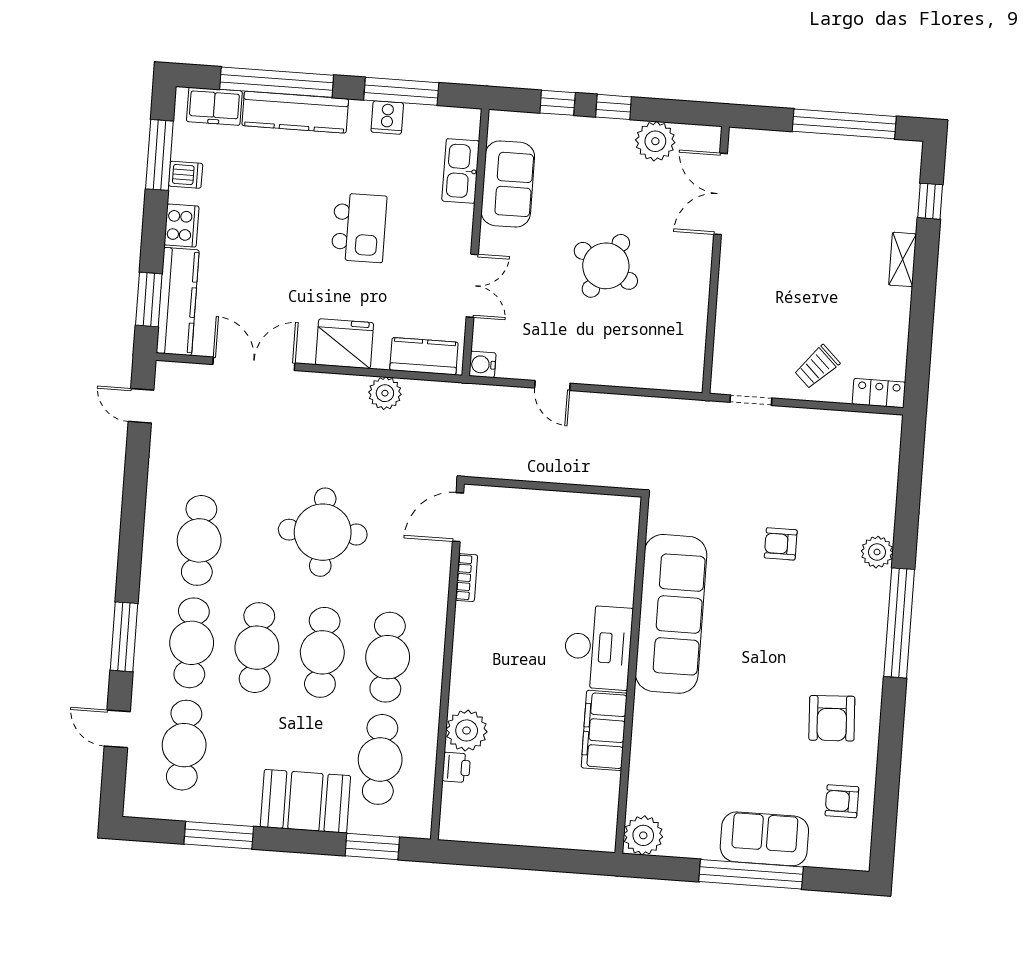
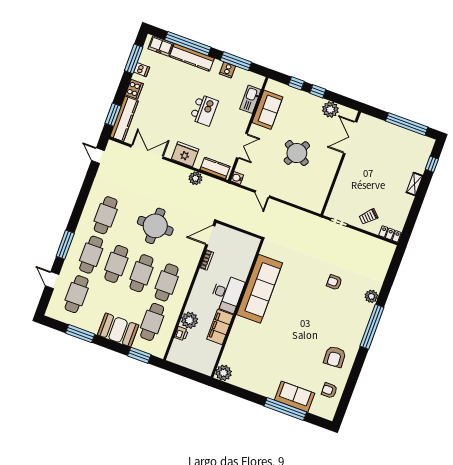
sofa: (671, 614) -> (259, 289), moved
desk: (598, 647) -> (227, 294), moved
wall: (632, 675) -> (237, 308), moved
filing cabinet: (604, 730) -> (220, 327), moved
plant: (643, 835) -> (224, 373), moved

